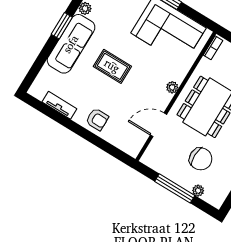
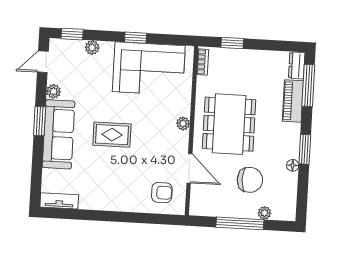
tv unit: (59, 105) -> (59, 201), moved
armchair: (97, 119) -> (162, 193), moved
door: (159, 125) -> (189, 168), swing flipped

